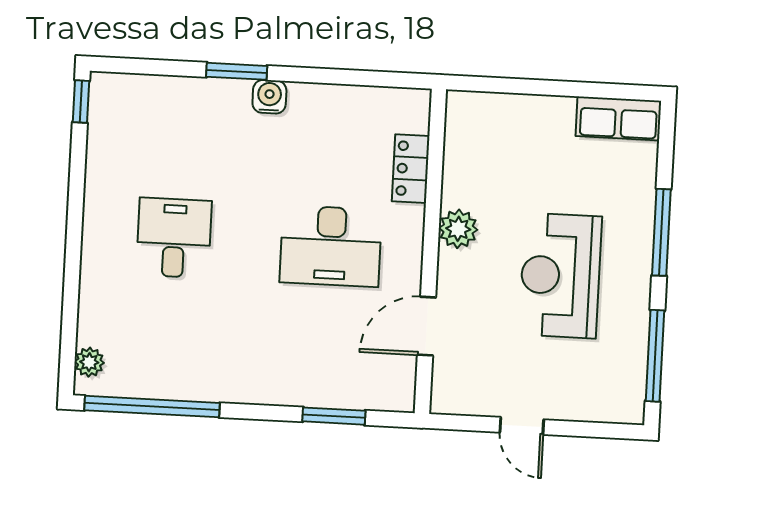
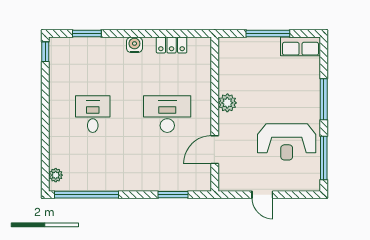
window: (237, 71) -> (87, 34), moved
window: (551, 88) -> (268, 34), added
locker: (411, 169) -> (172, 45), moved, turned -90
desk: (331, 246) -> (167, 114), turned 180
reception desk: (560, 276) -> (287, 142), moved, turned -90

